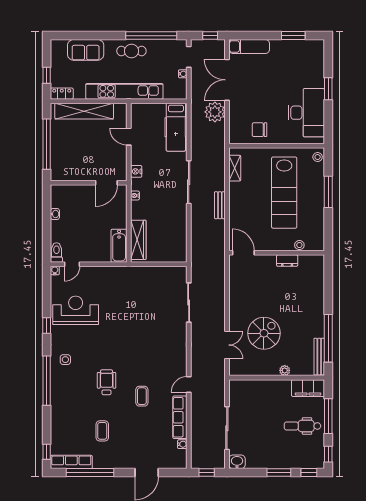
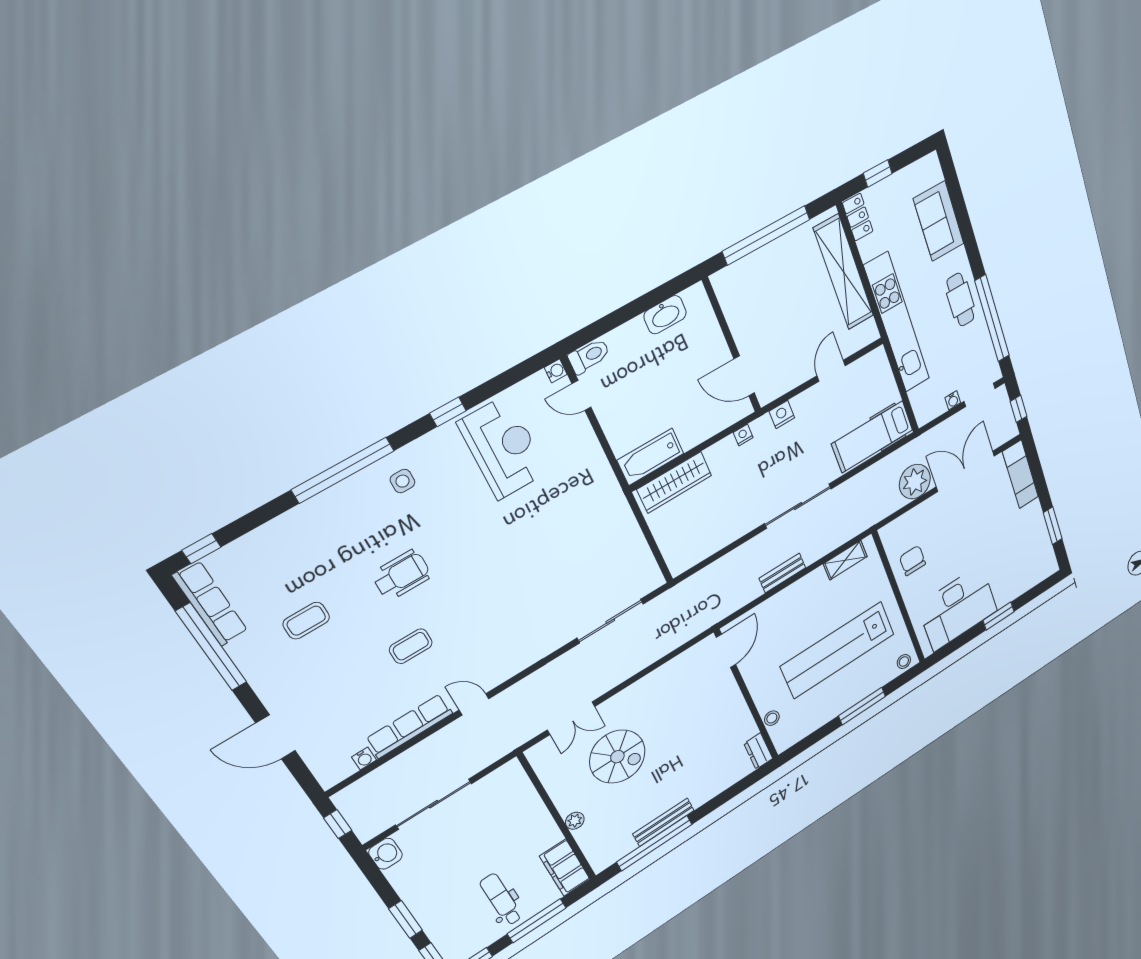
washbasin: (55, 214) -> (665, 315), width x1.91, depth x1.45
dresser: (287, 261) -> (758, 751), moved
bench: (319, 357) -> (663, 822), moved

